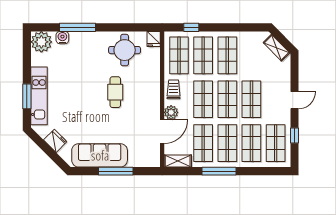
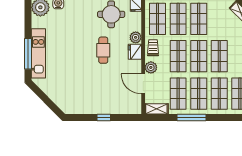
plant: (153, 77) -> (136, 37), added
window: (27, 96) -> (28, 54), width x1.44
door: (162, 132) -> (143, 84), swing flipped
fridge: (55, 141) -> (135, 52), moved, turned -135
sofa: (100, 155) -> (90, 104), removed
window: (116, 171) -> (104, 117), width x0.46

